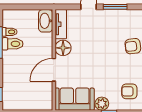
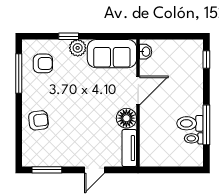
window: (115, 7) -> (47, 170), moved
washbasin: (46, 21) -> (146, 52), moved, width x0.52, depth x0.69

